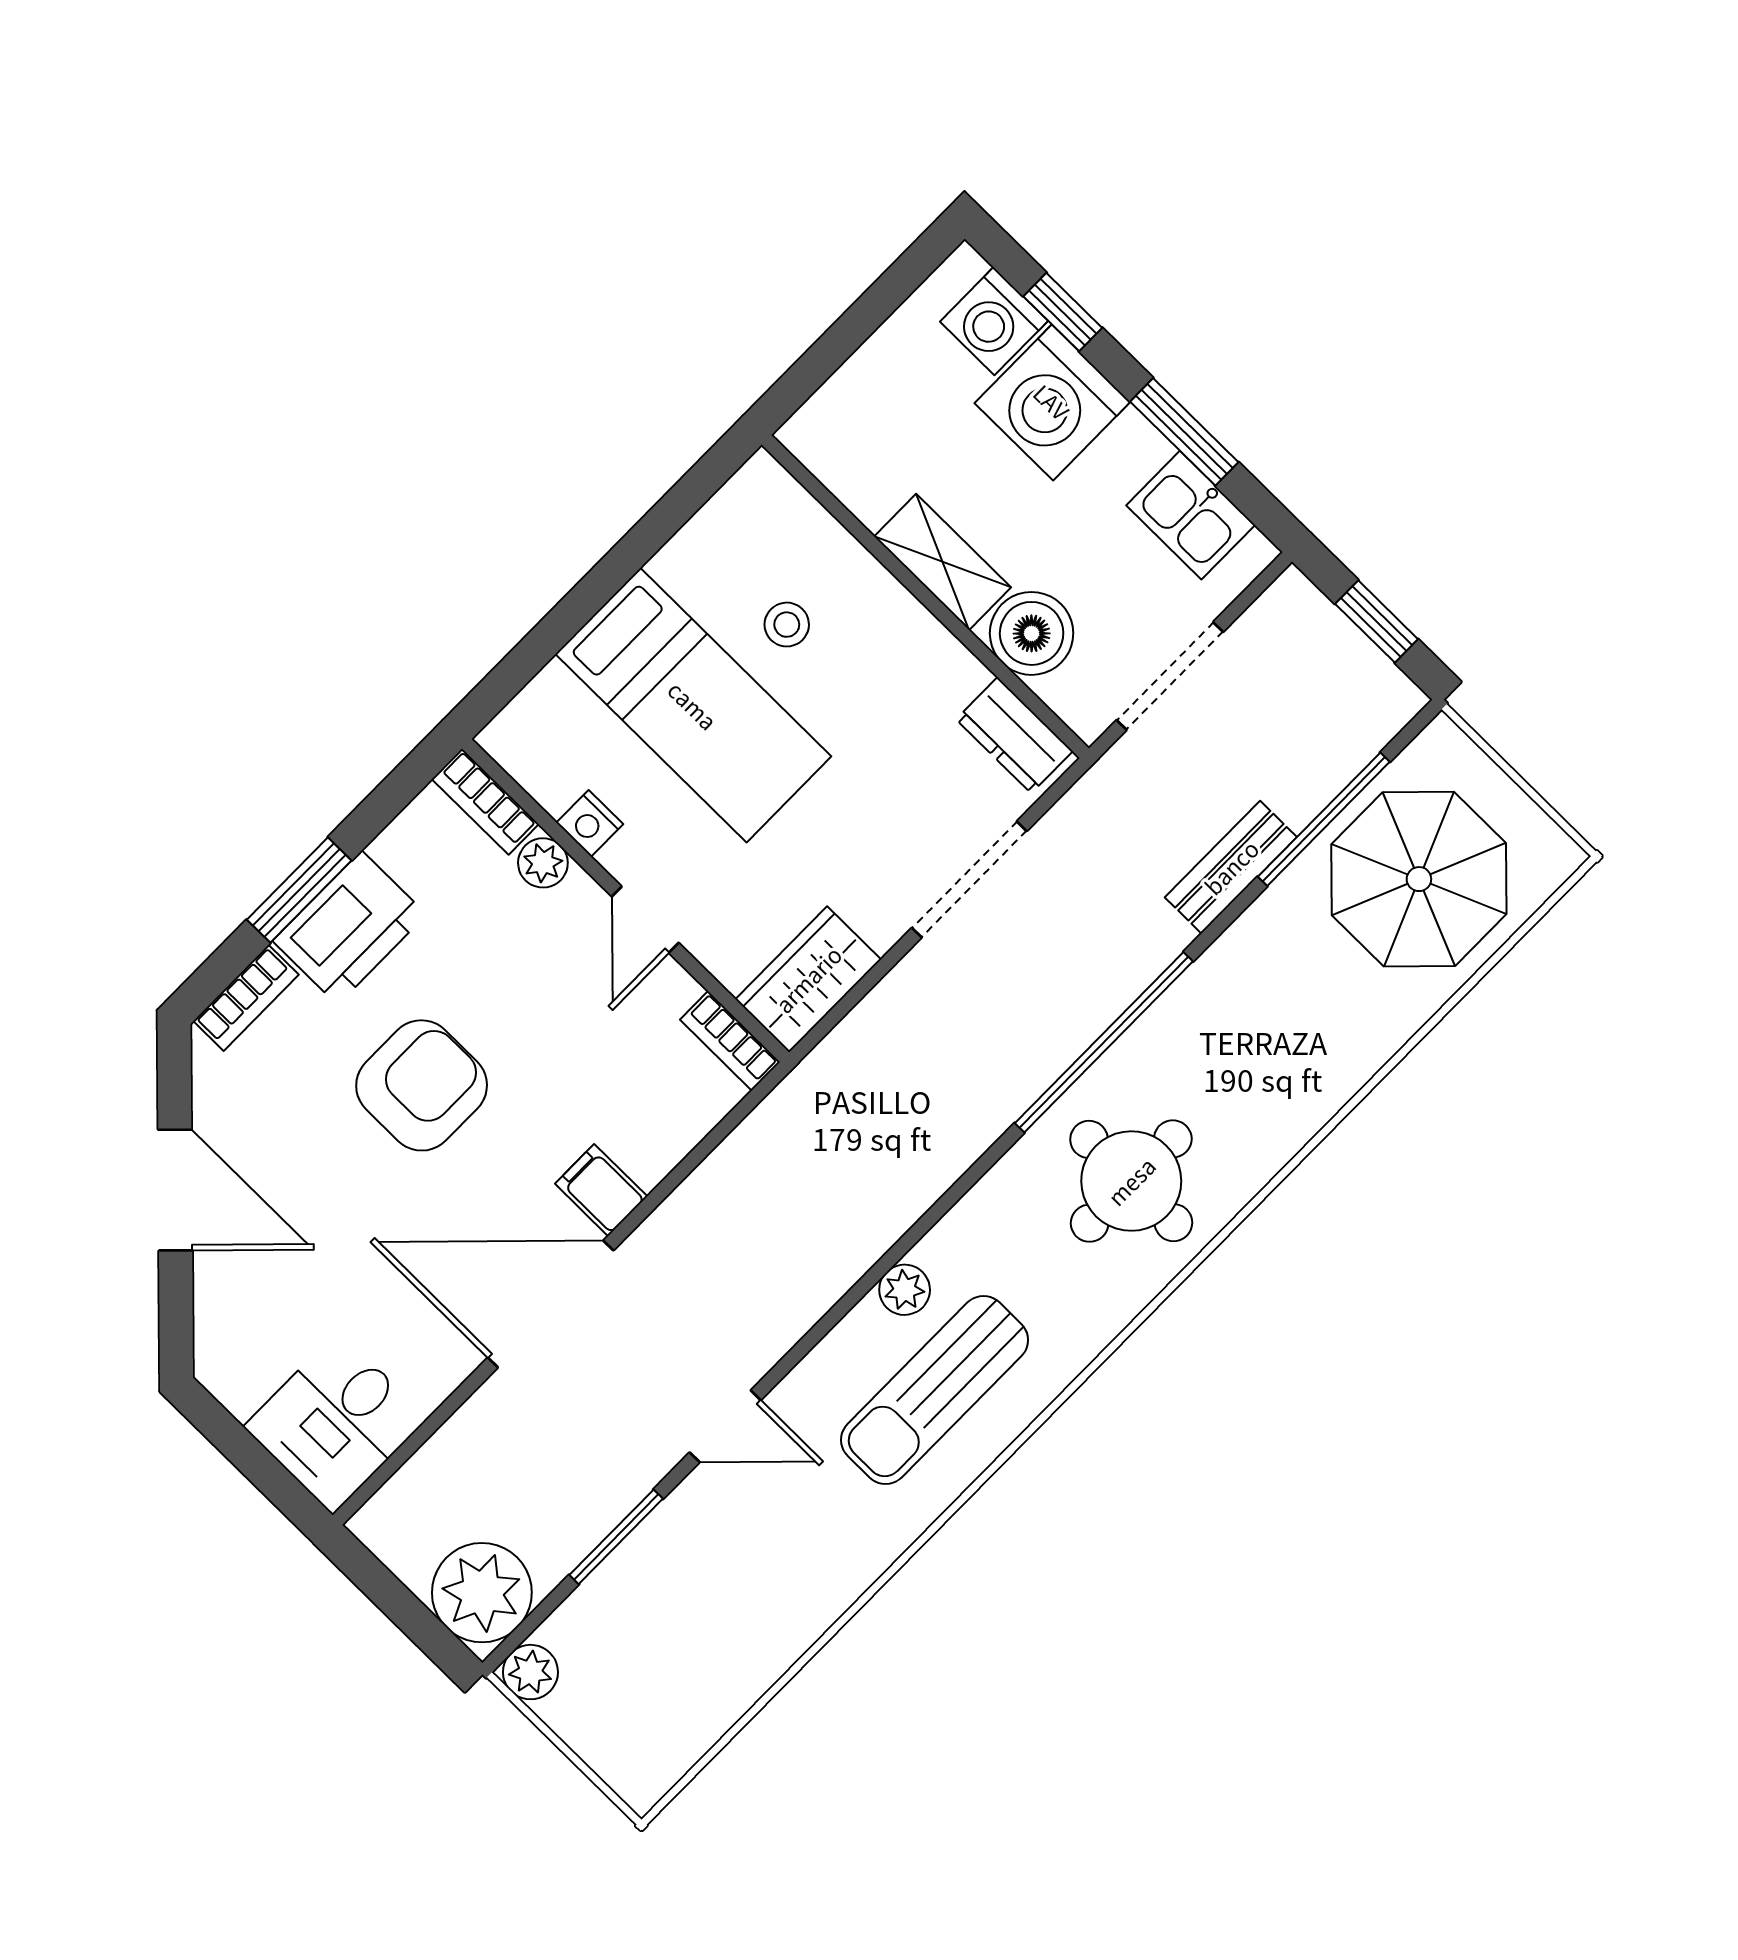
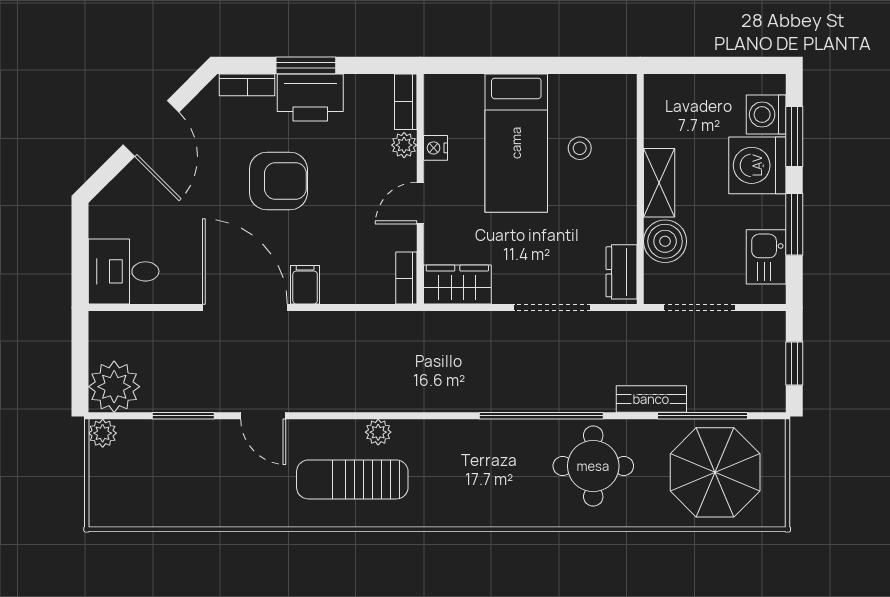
window: (1063, 312) -> (794, 136), width x1.50
round table: (1131, 1181) -> (593, 466), moved

